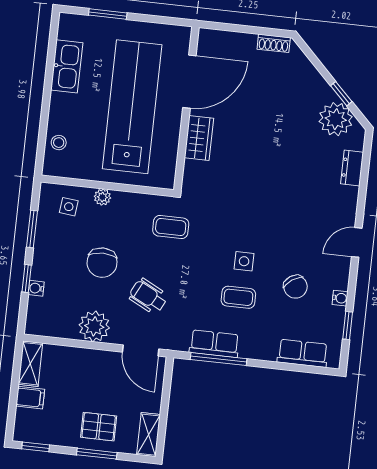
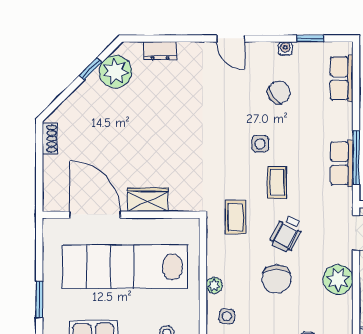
chair: (102, 263) -> (276, 279), turned 90
wheelchair: (148, 296) -> (287, 233), moved
coffee table: (238, 297) -> (277, 183), moved

